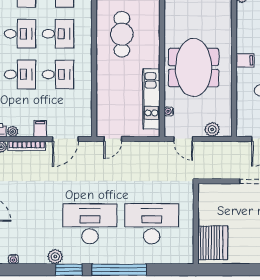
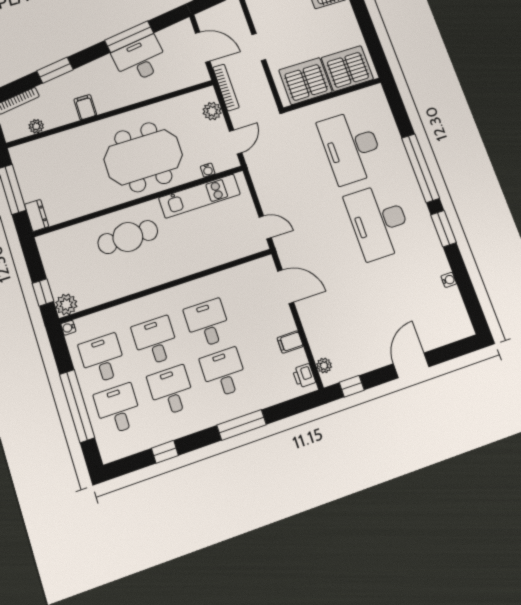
cafe table: (122, 34) -> (128, 237), moved
filing cabinet: (245, 60) -> (85, 107), moved
filing cabinet: (40, 128) -> (290, 342), moved
plant: (13, 132) -> (300, 357), removed
bookcase: (27, 146) -> (226, 87), moved
server rack: (213, 207) -> (305, 81), added
plant: (55, 257) -> (434, 251), removed
water cooler: (13, 259) -> (449, 280), moved

